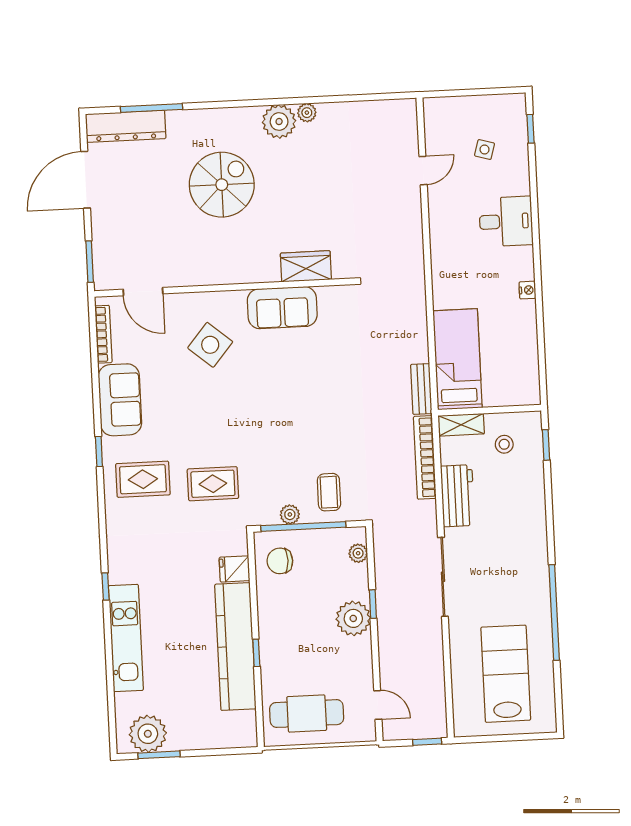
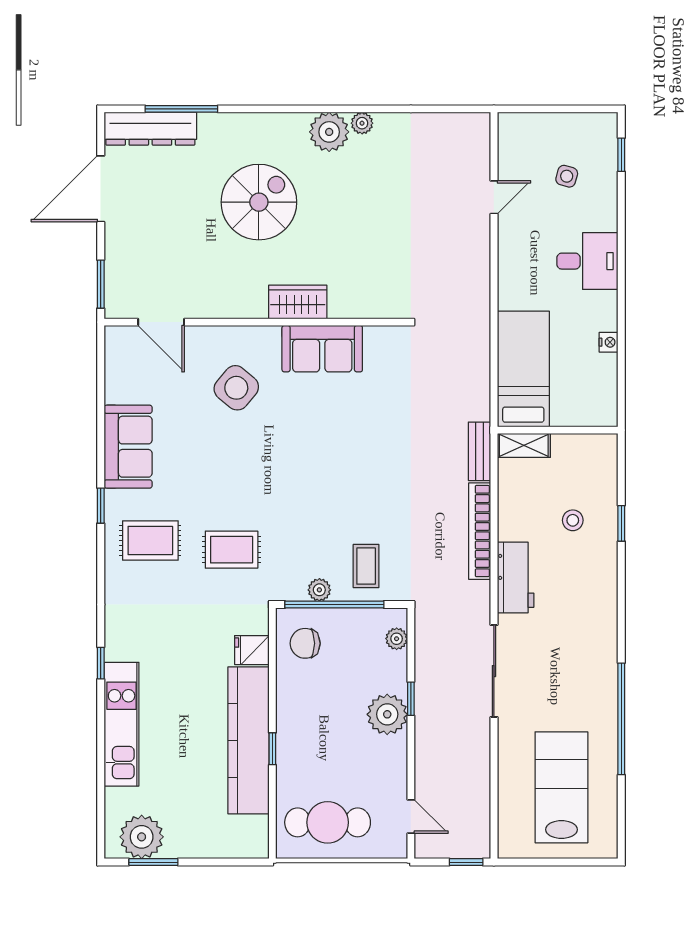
wardrobe: (306, 266) -> (298, 302), moved
bookcase: (103, 334) -> (113, 370), removed
bed: (458, 359) -> (523, 369), moved
wall: (490, 410) -> (558, 430), moved
shelving: (461, 425) -> (524, 445), moved

